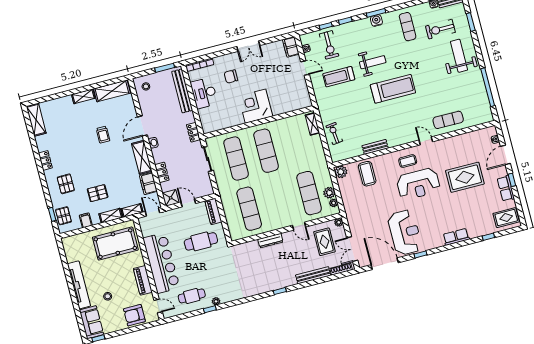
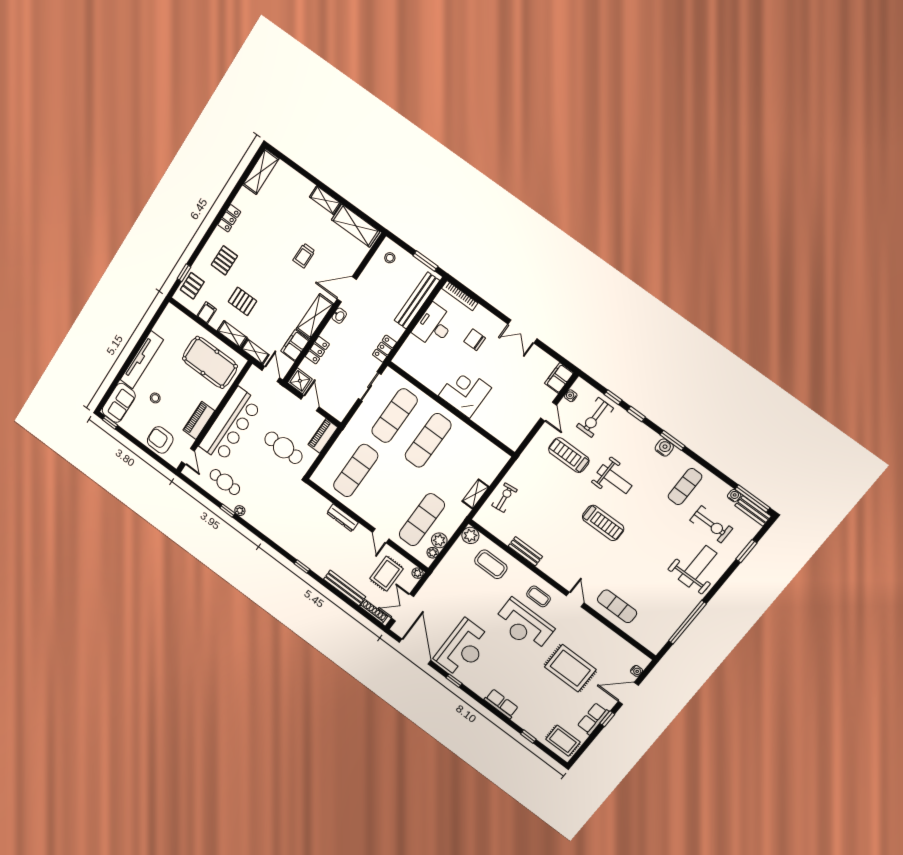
exercise bike: (440, 29) -> (711, 524), turned 180
treadmill: (393, 89) -> (603, 523), width x0.73, depth x0.73
shelving: (312, 124) -> (475, 494), moved
coffee table: (367, 174) -> (491, 564), turned 90

